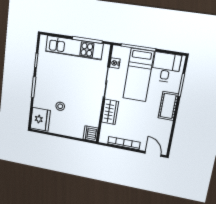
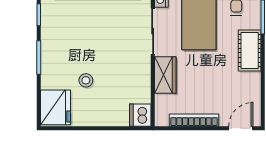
door: (153, 154) -> (241, 128), hinge flipped

